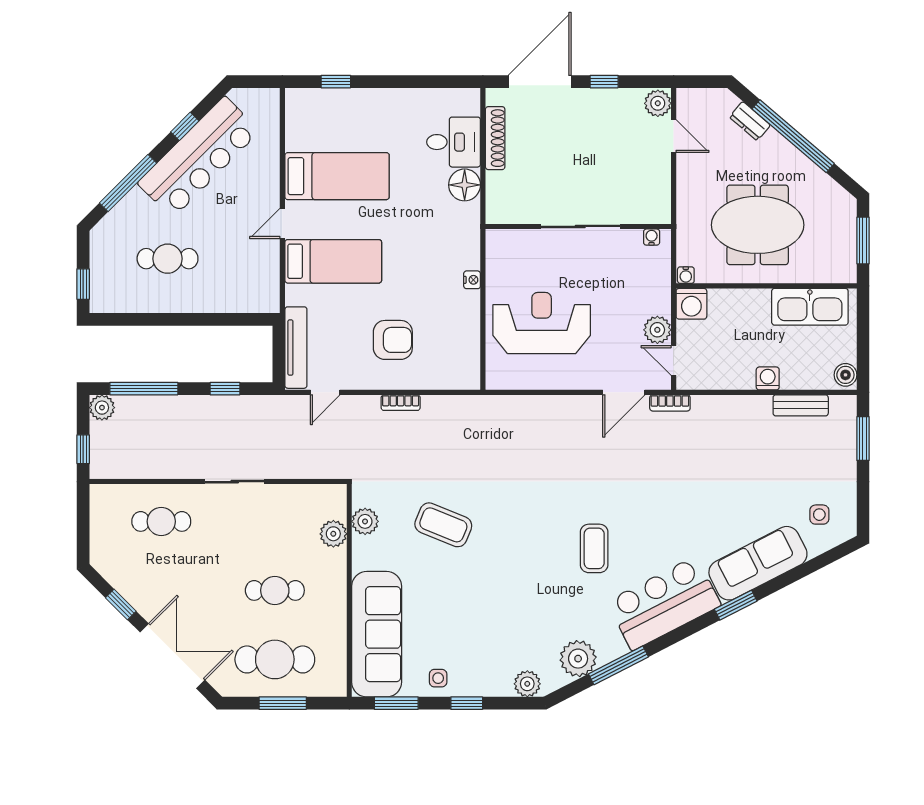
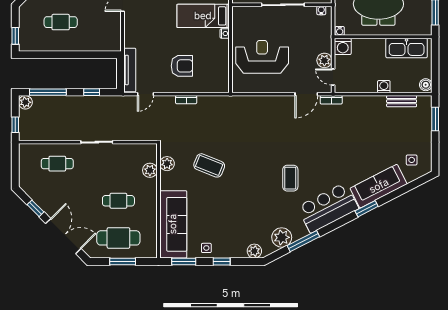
bed: (333, 261) -> (203, 16), moved, turned 180

